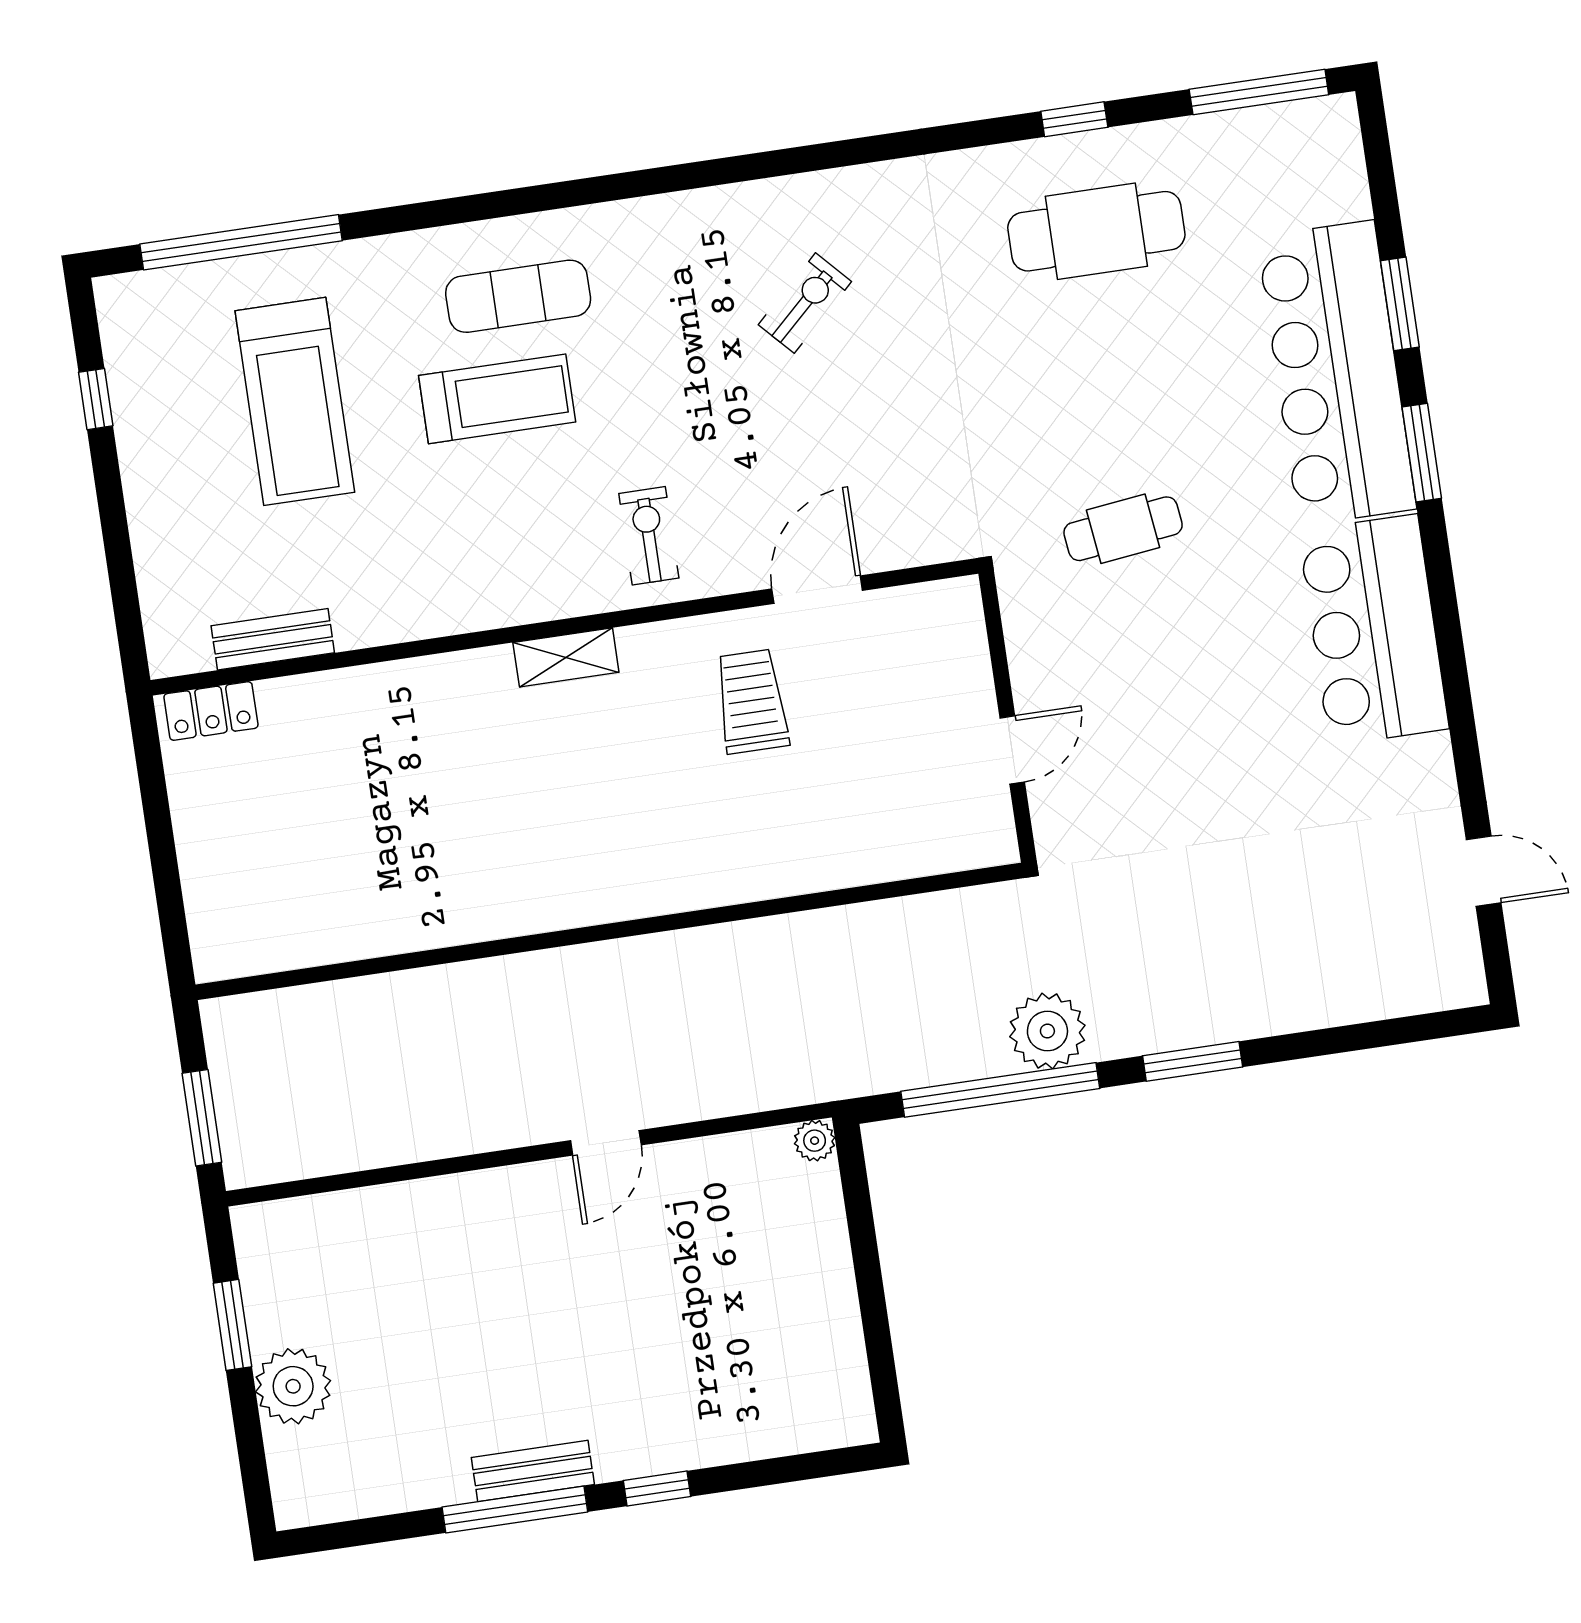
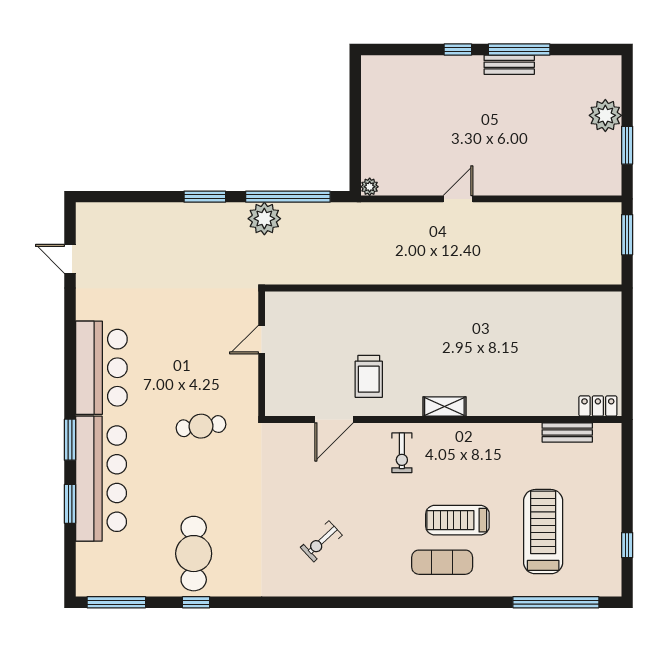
cafe table: (1096, 231) -> (194, 554), turned 90

